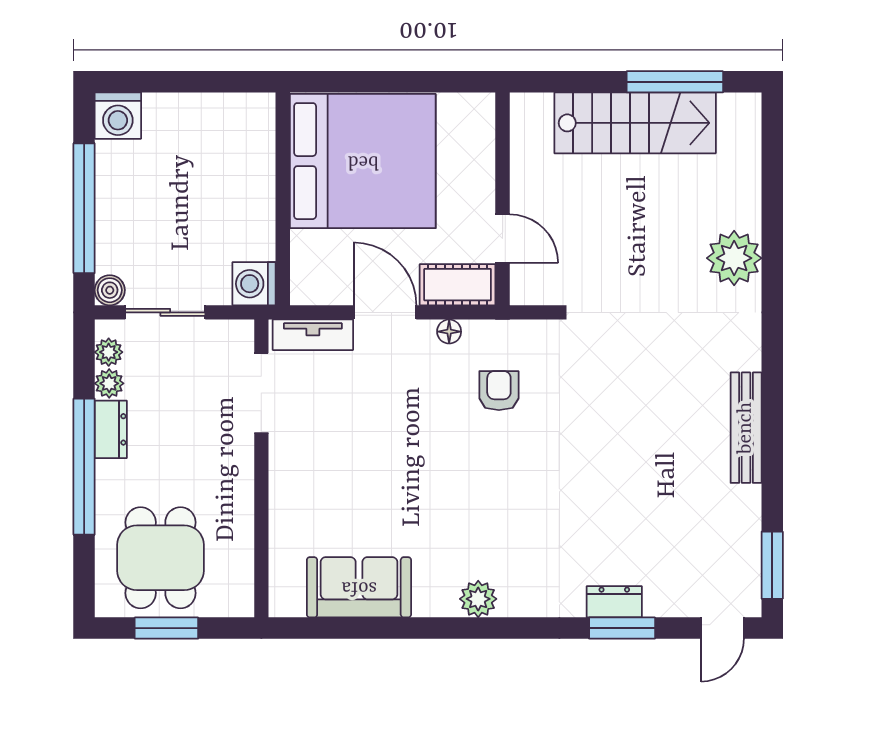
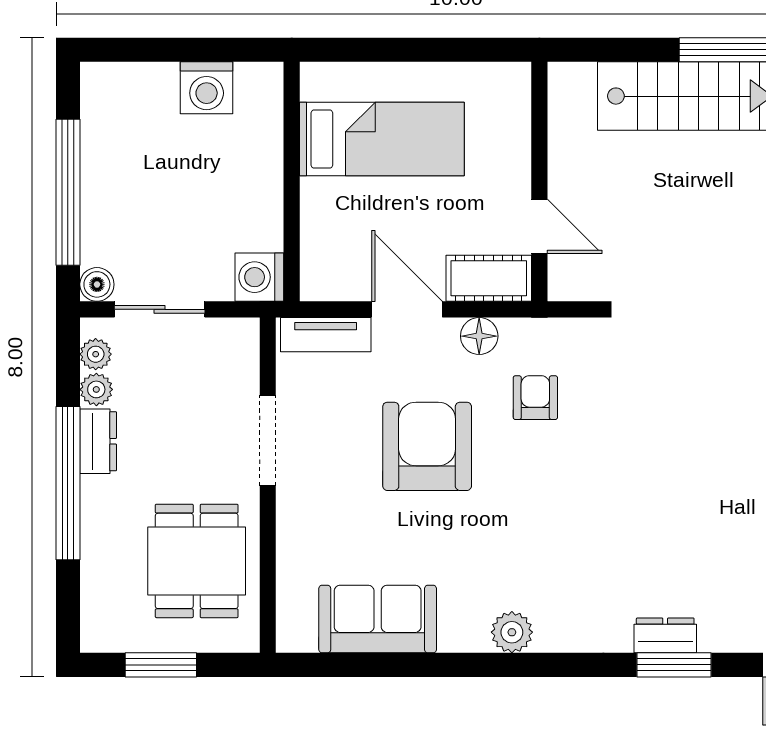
washing machine: (118, 116) -> (207, 88), moved
bed: (363, 161) -> (382, 139), width x0.49
floor lamp: (449, 332) -> (479, 336), width x1.37, depth x1.37
doorway: (261, 393) -> (268, 441), moved
armchair: (403, 434) -> (427, 446), added
dining table: (161, 558) -> (197, 561), moved

